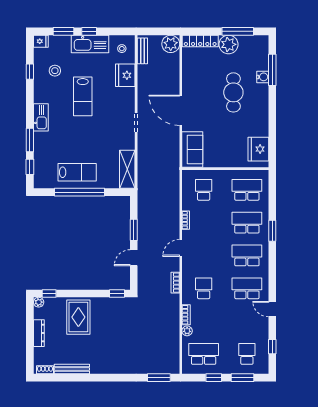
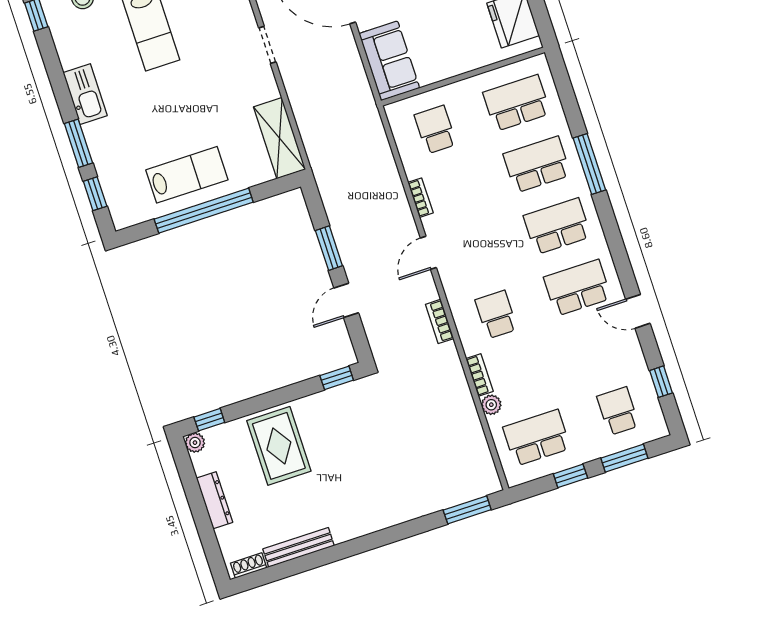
window: (272, 231) -> (589, 164), width x1.44

